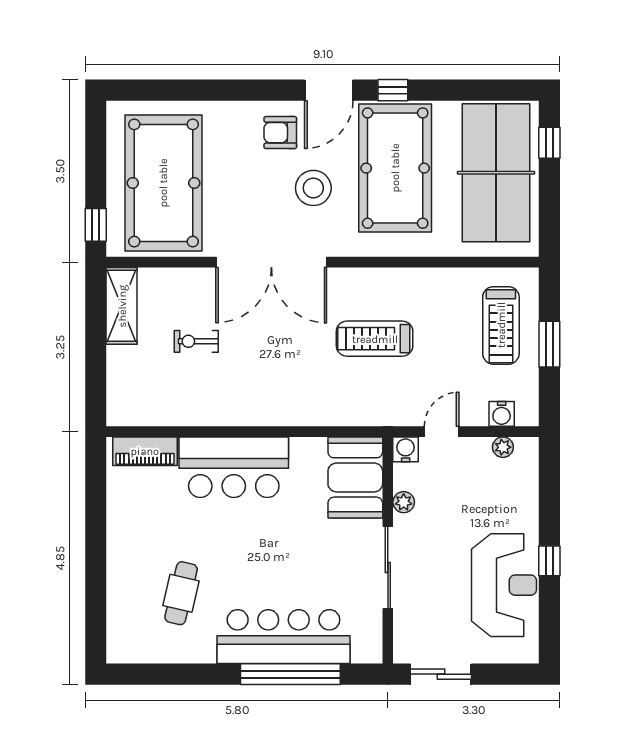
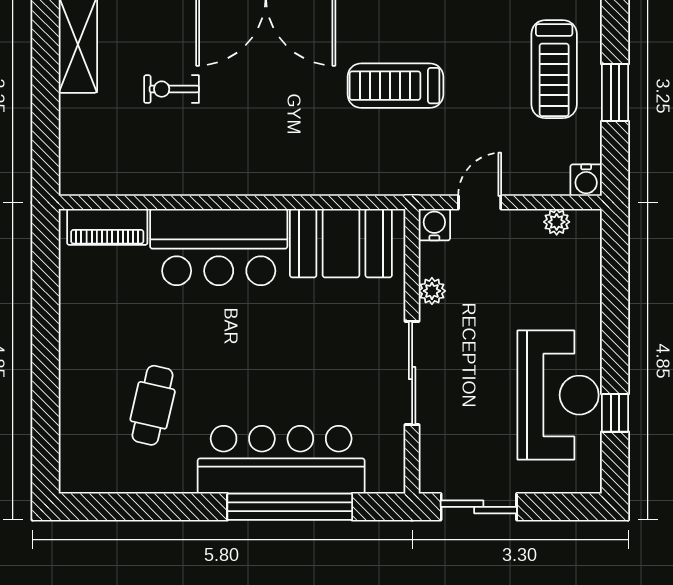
water cooler: (502, 414) -> (586, 180), moved
booth: (355, 477) -> (341, 243), moved, turned 90
window: (549, 561) -> (615, 413), moved

